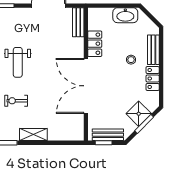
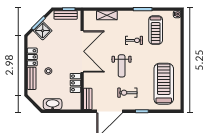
exercise bike: (25, 31) -> (127, 93), added
weight bench: (18, 62) -> (122, 66), moved, turned 180
shelving: (33, 135) -> (107, 15), moved

